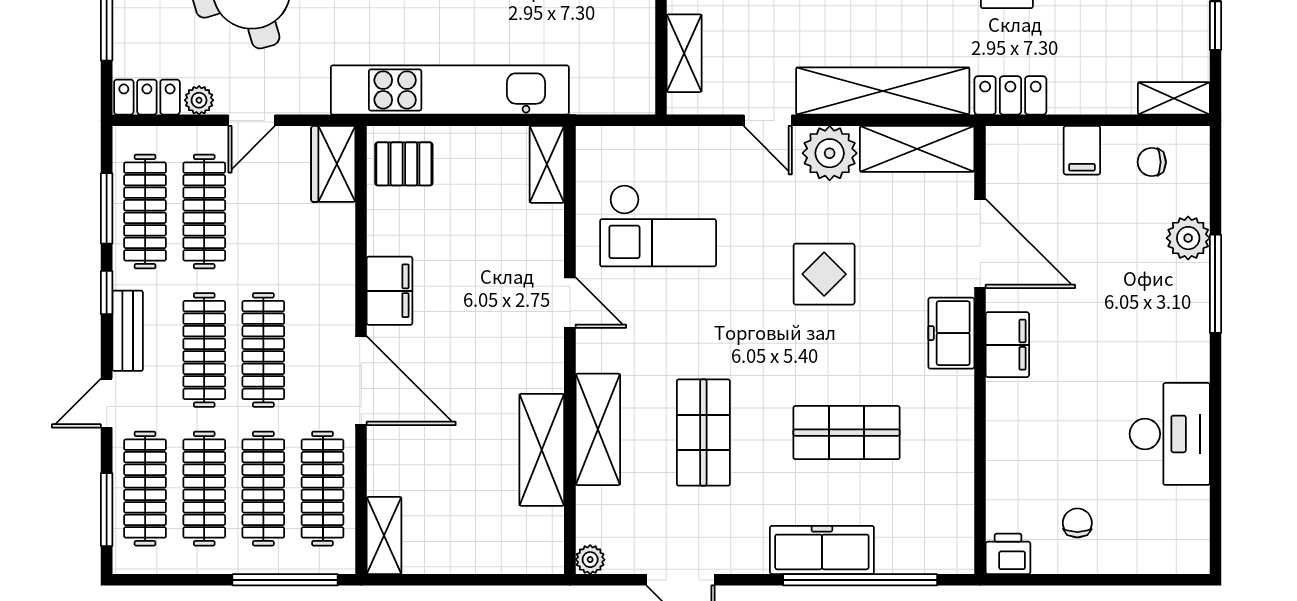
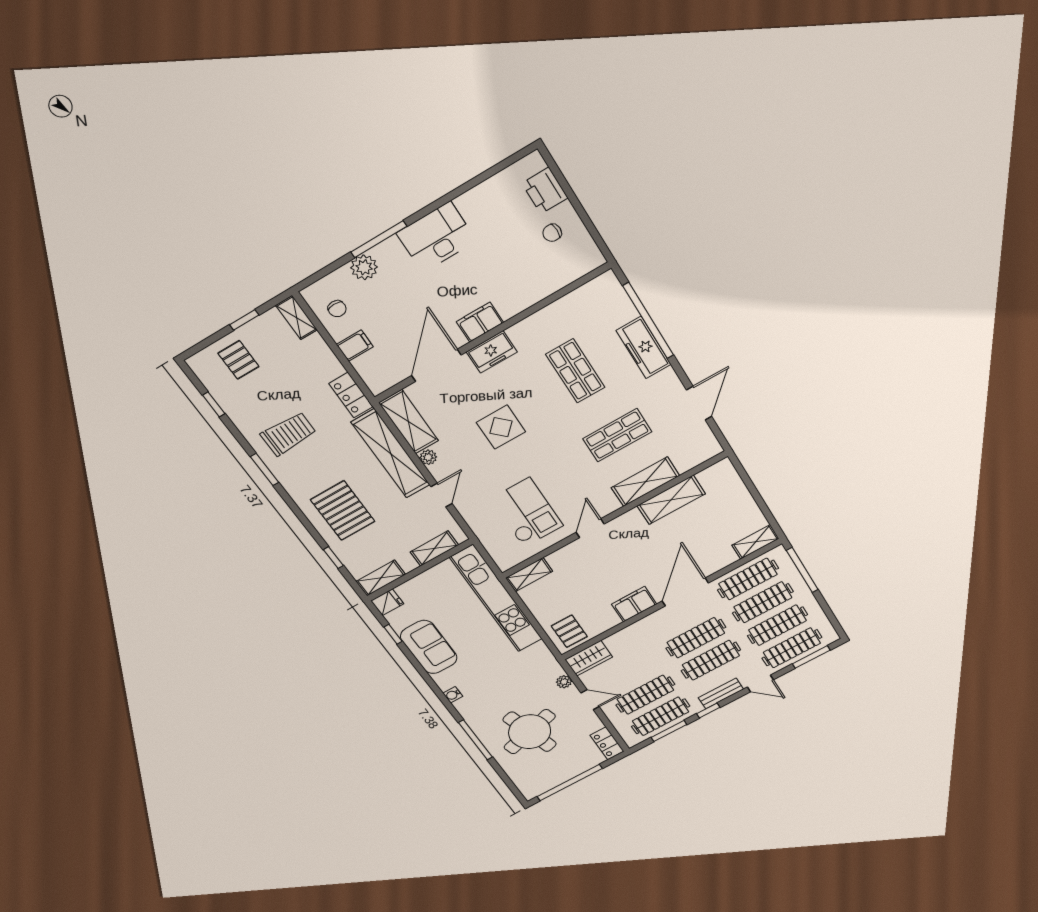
kitchen unit: (450, 90) -> (496, 599), moved
plant: (199, 100) -> (564, 682), moved
plant: (830, 153) -> (428, 457), width x0.53, depth x0.53
desk: (1170, 434) -> (436, 237), moved
printer: (1008, 554) -> (545, 191), moved, width x1.36, depth x1.24
plant: (590, 560) -> (713, 449), removed

